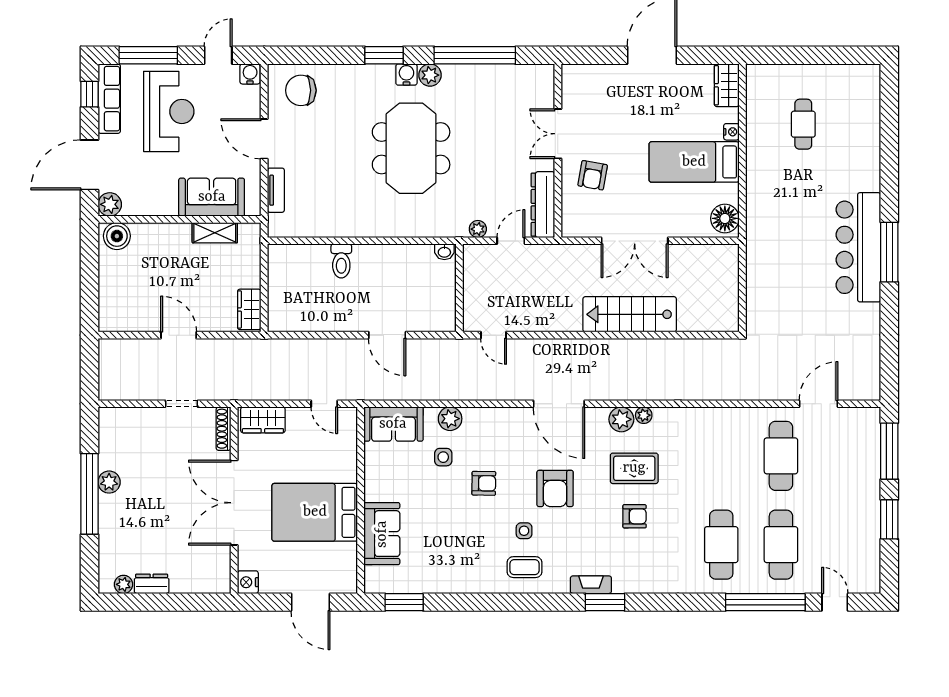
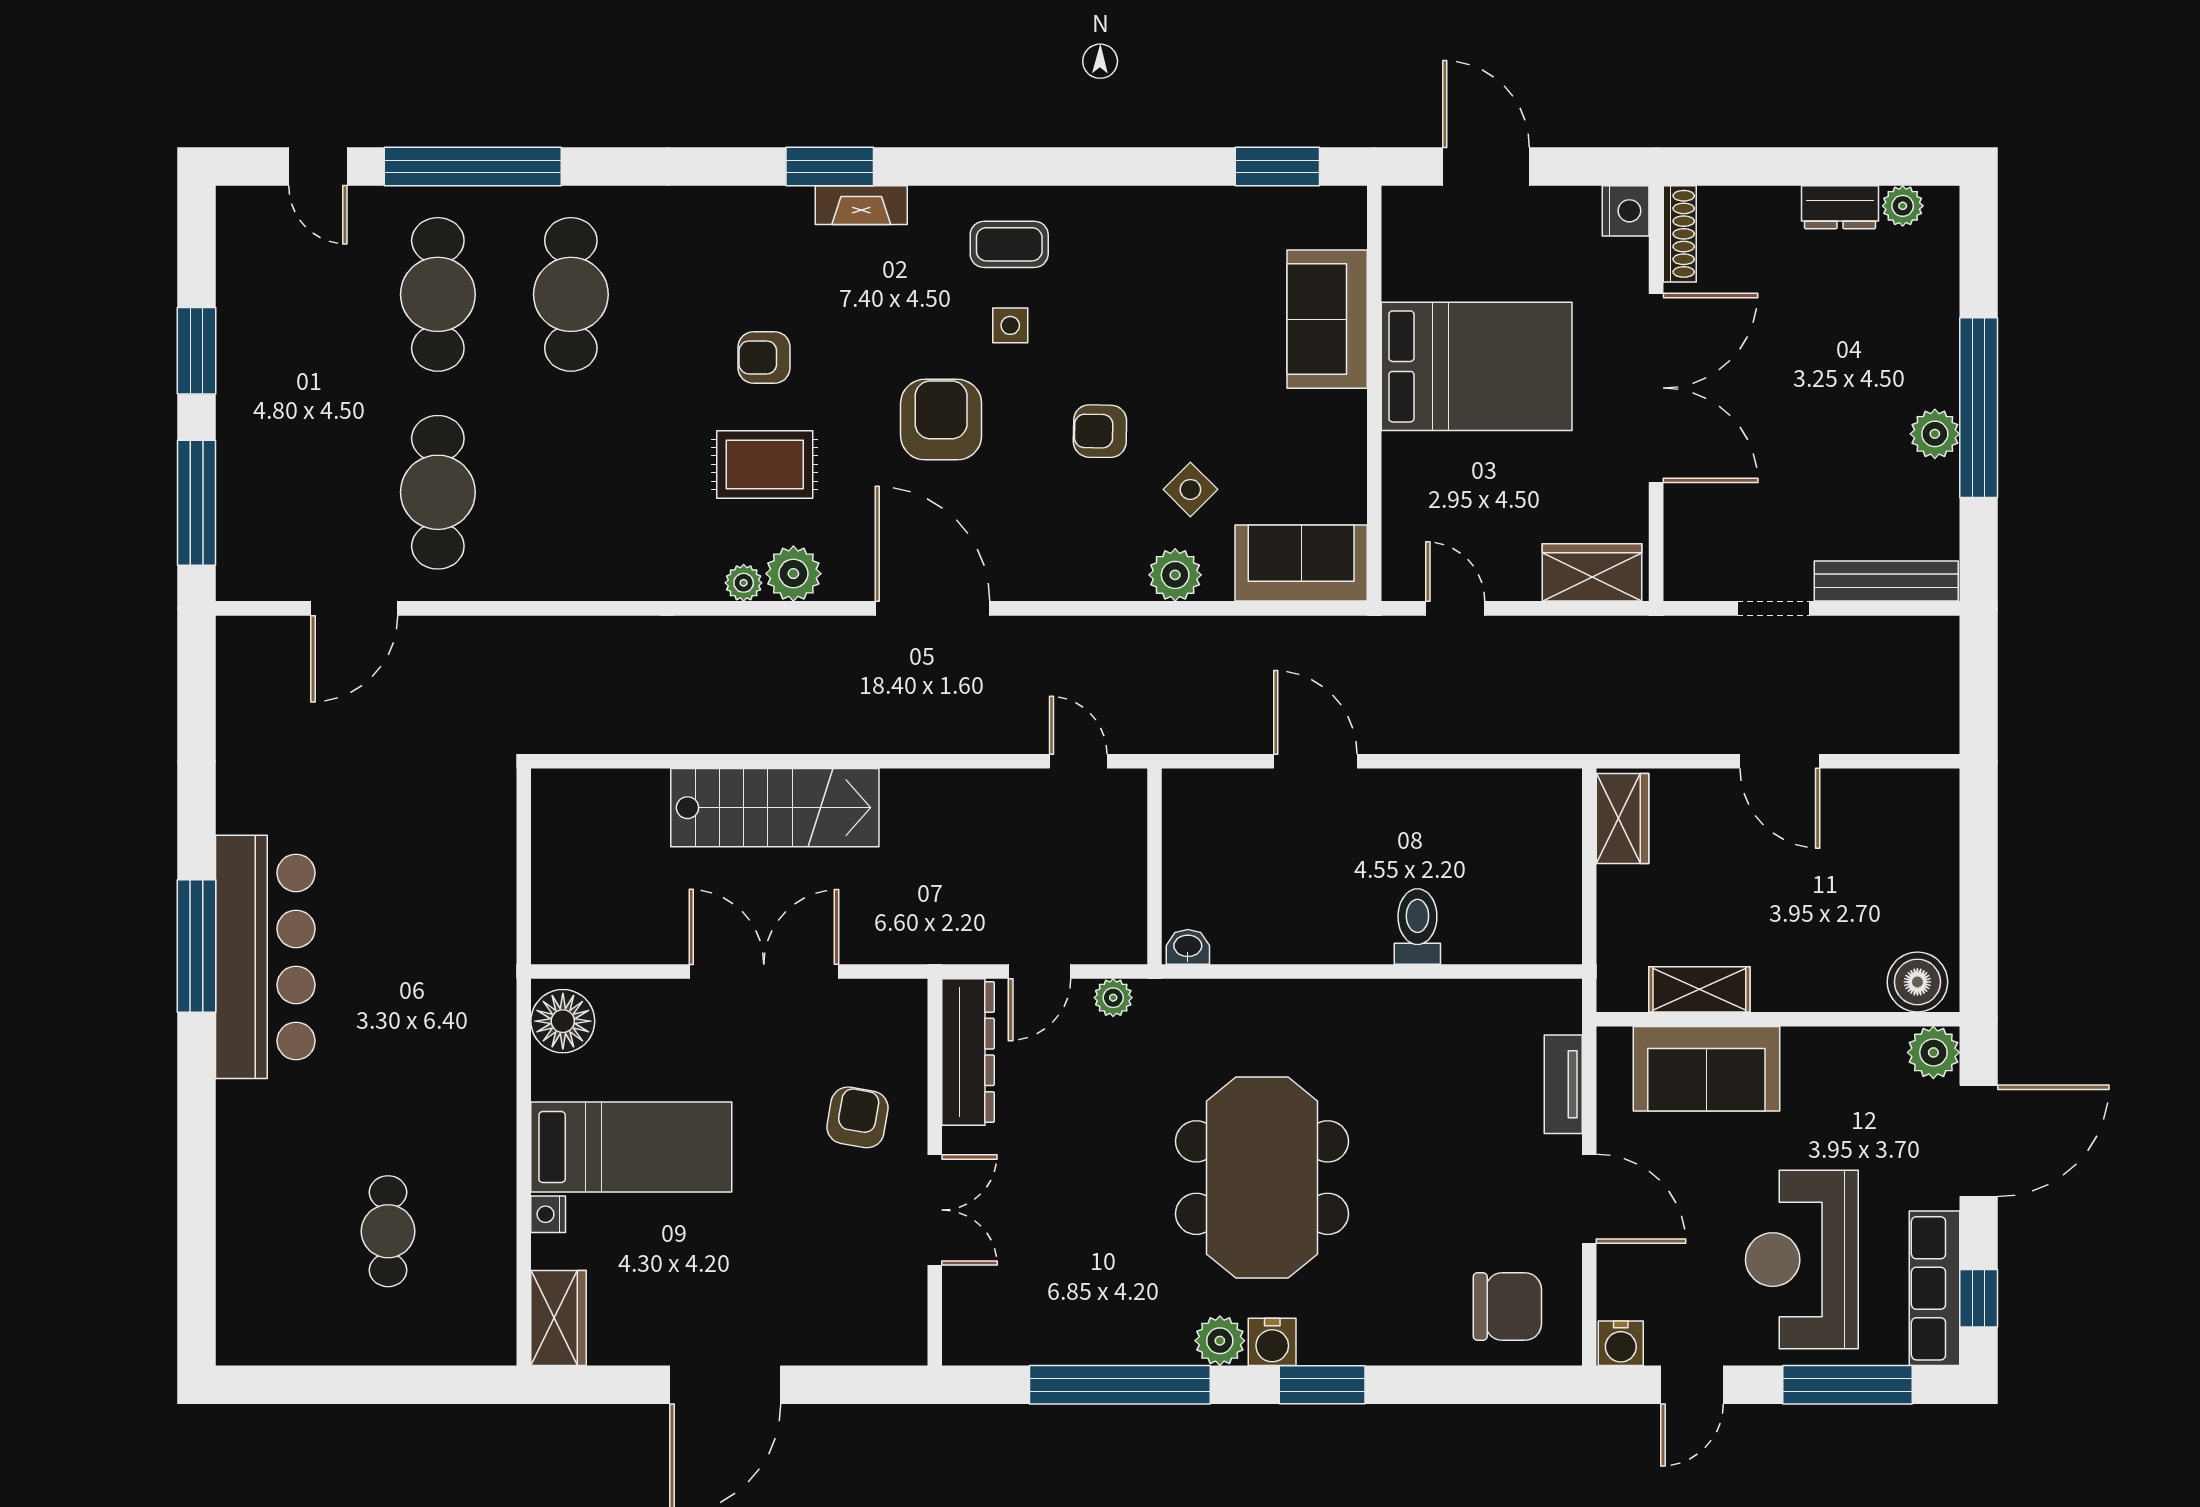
bench: (131, 416) -> (1886, 581), added
shoe rack: (224, 429) -> (1680, 234), moved
side table: (443, 457) -> (1190, 489), turned 45

